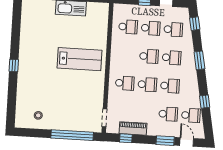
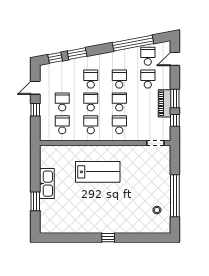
school desk: (173, 29) -> (91, 125), moved
lab bench: (79, 59) -> (98, 172), turned 90
window: (199, 60) -> (77, 54), moved
window: (205, 102) -> (133, 43), width x3.17
piano: (133, 128) -> (164, 103), moved
window: (72, 135) -> (175, 196), moved
window: (165, 141) -> (175, 99), moved

